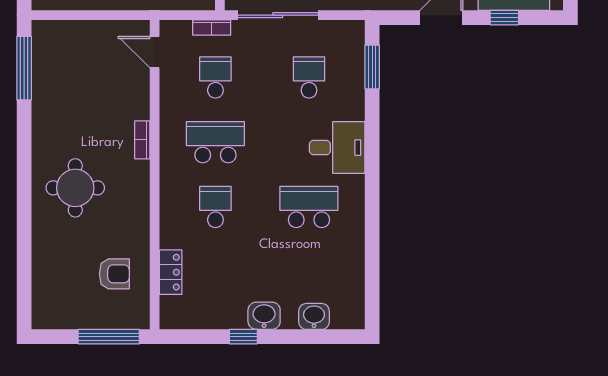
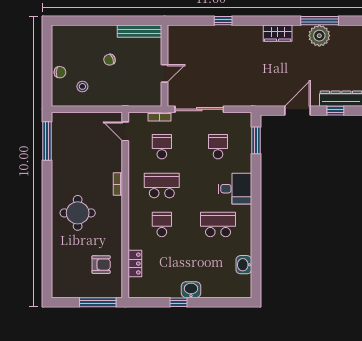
washbasin: (314, 316) -> (244, 265), moved, turned -90

